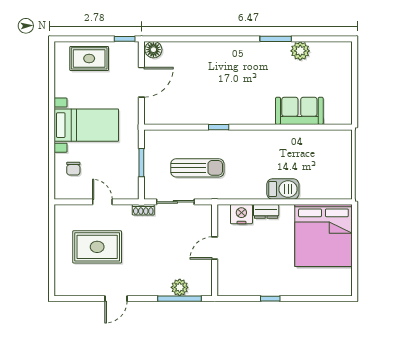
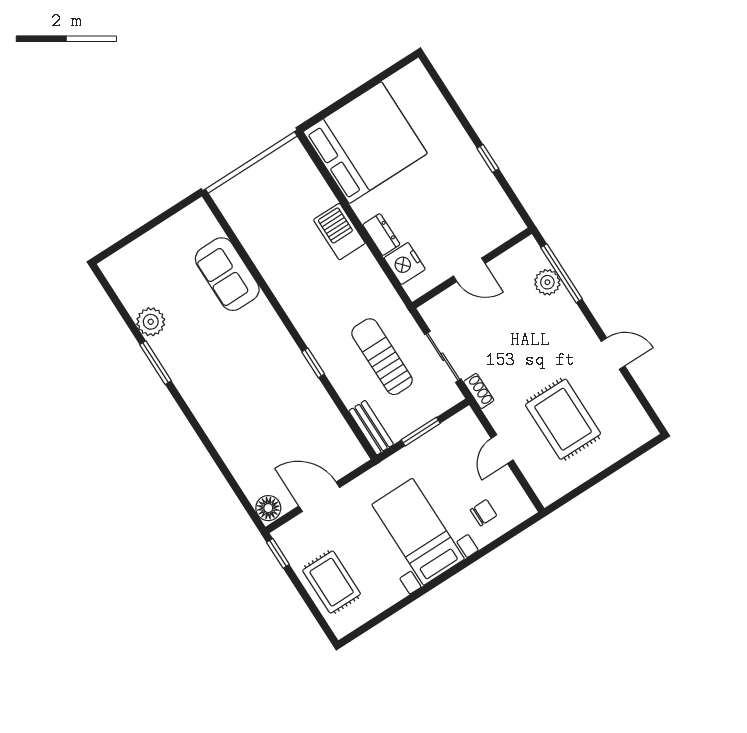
bench: (162, 136) -> (371, 428), added

